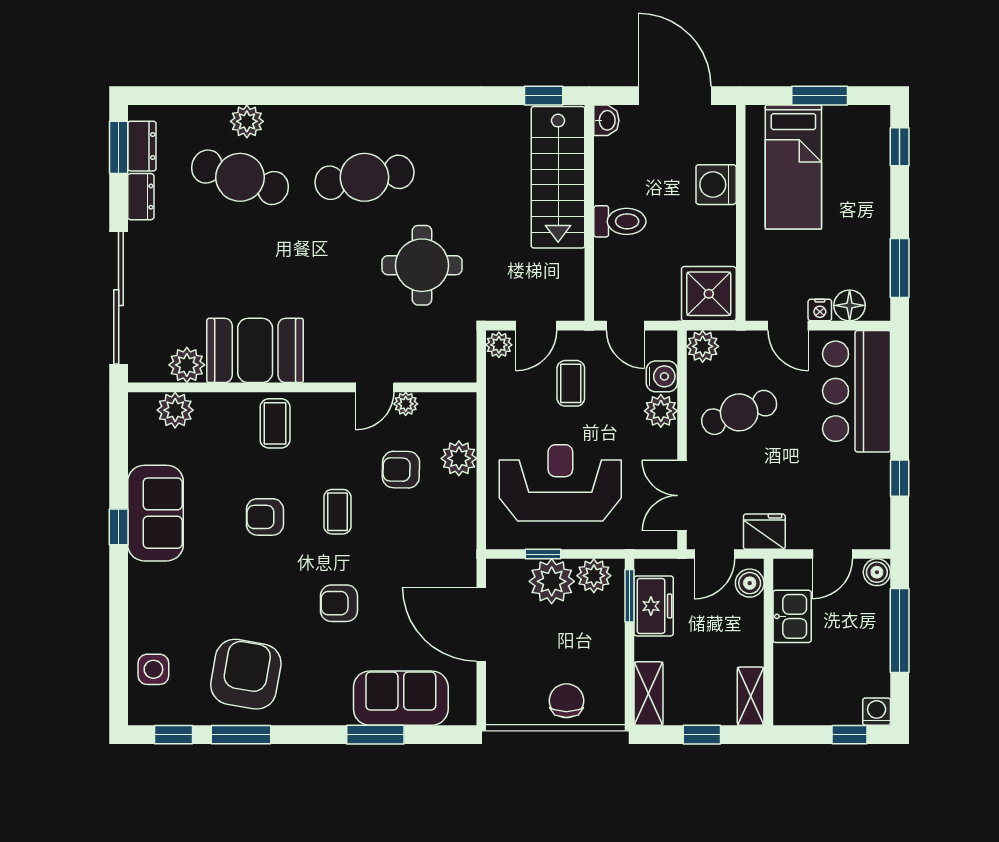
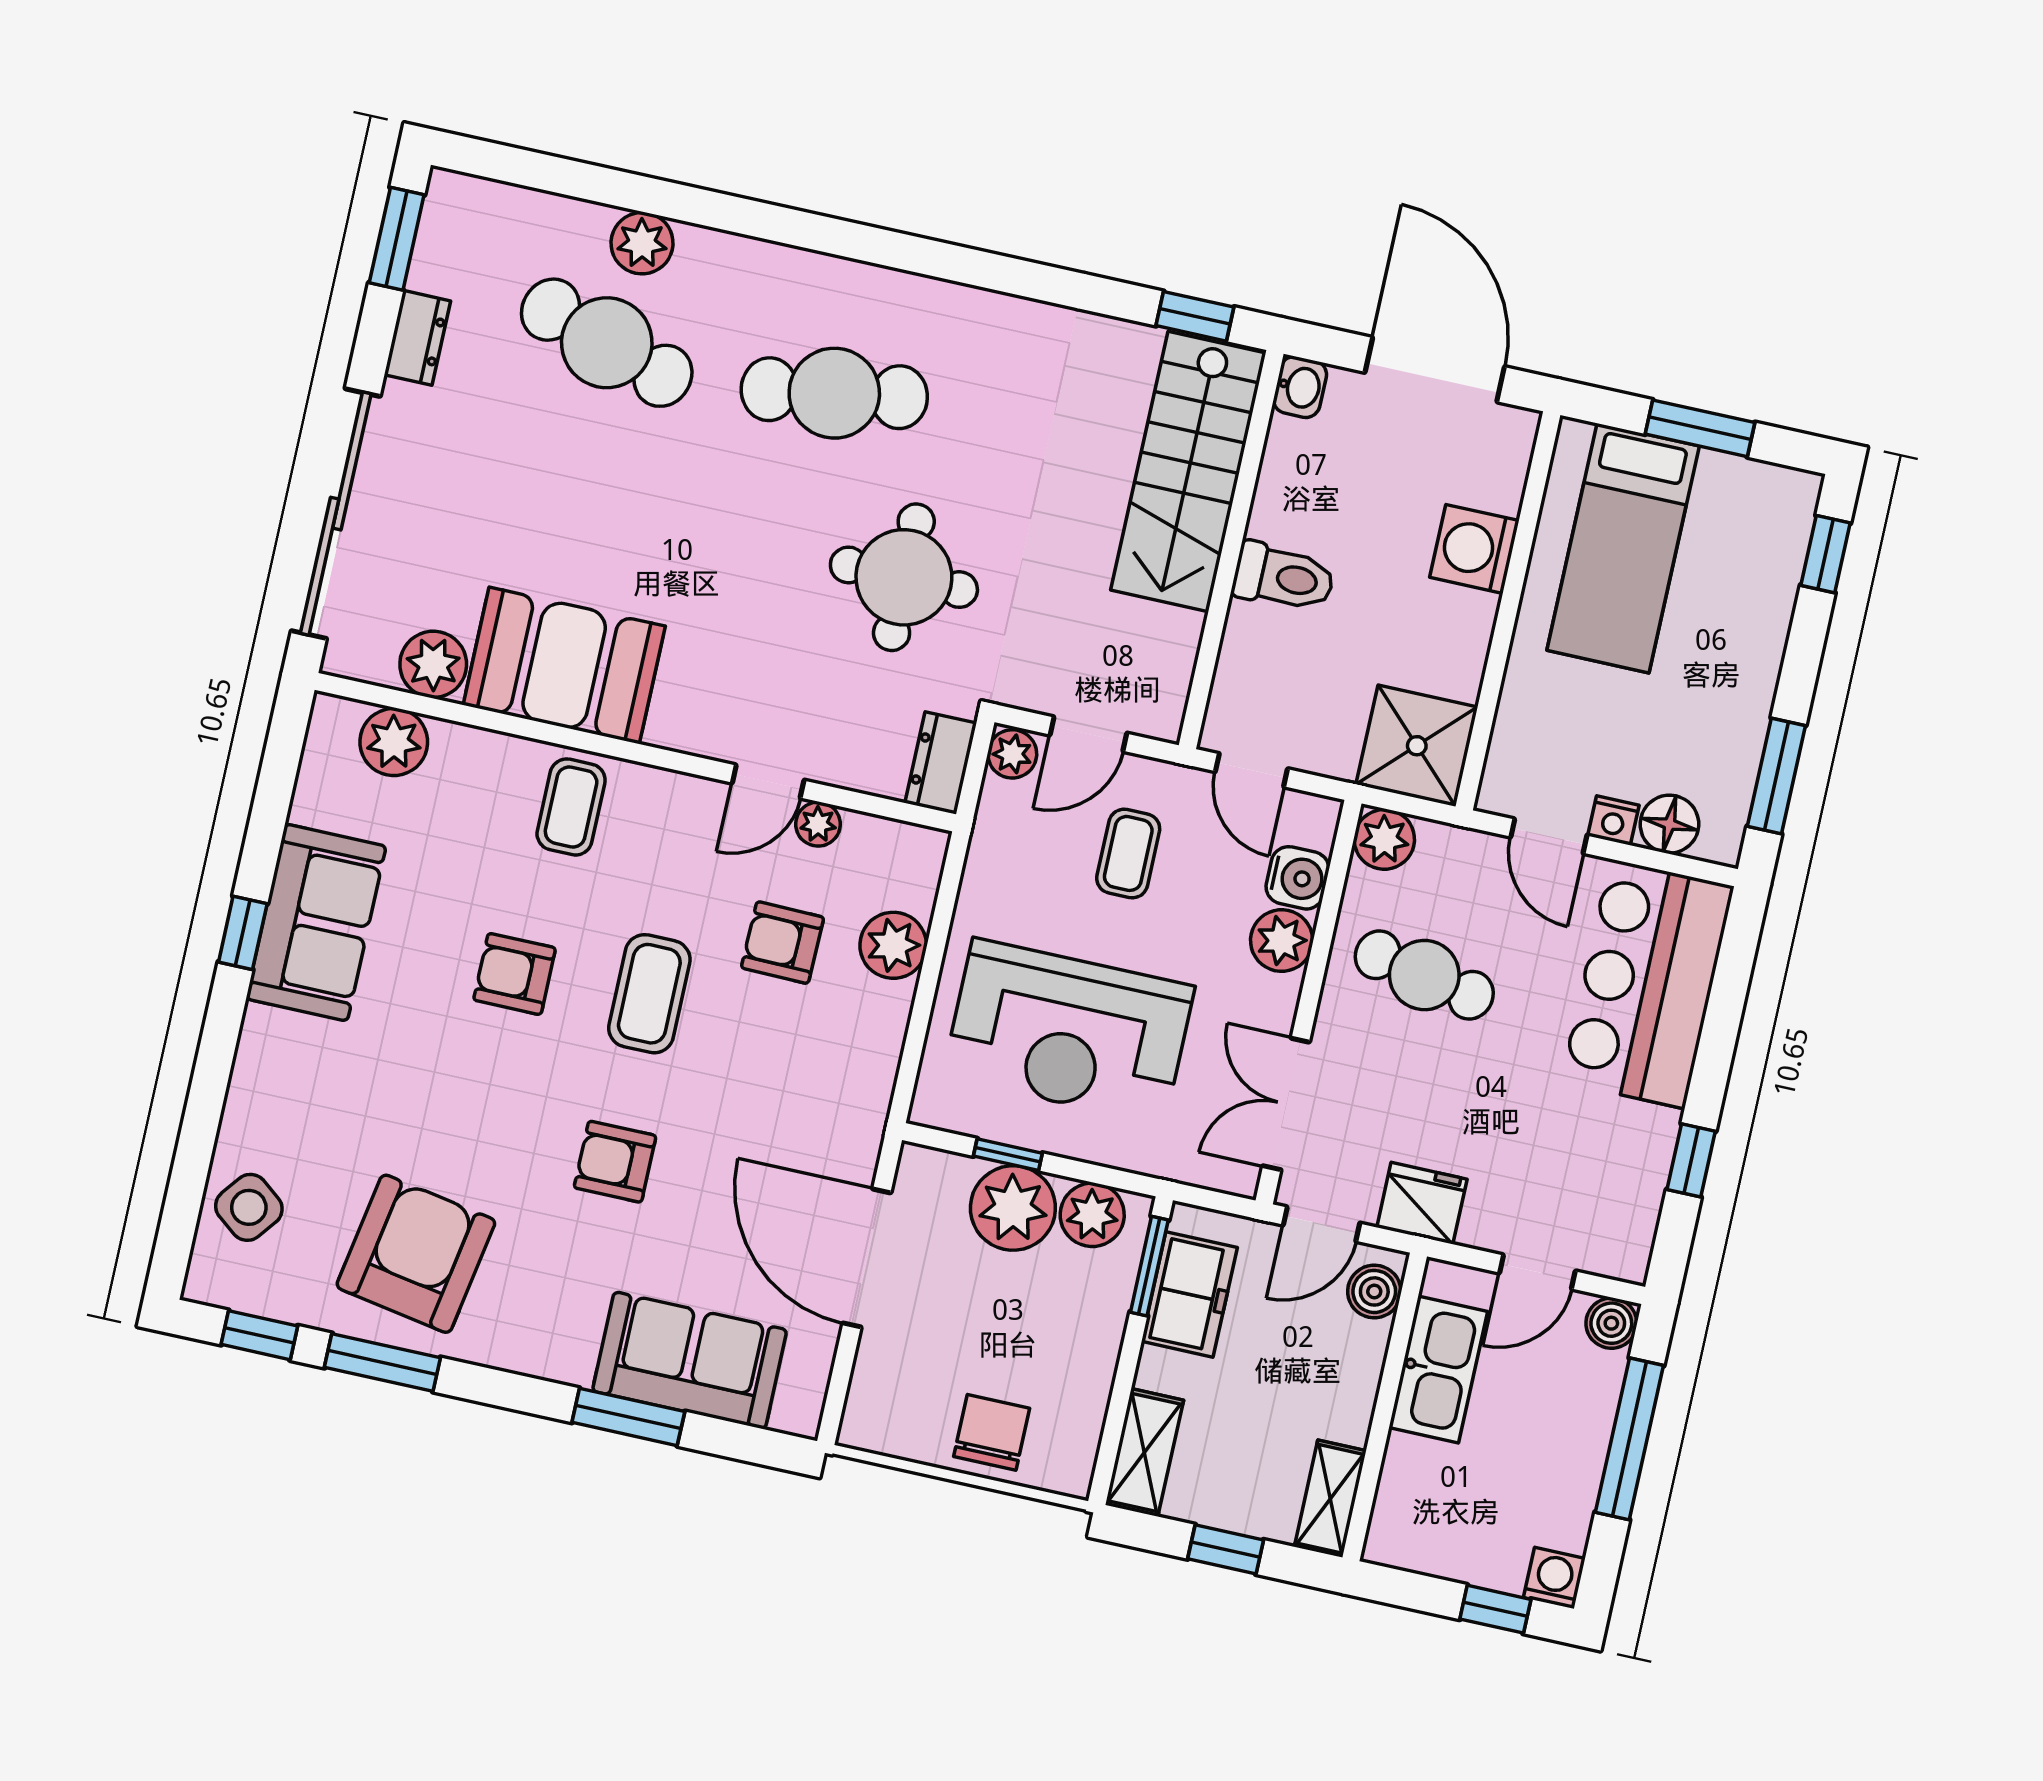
dresser: (142, 146) -> (941, 763), moved, turned 180
cafe table: (739, 412) -> (1424, 975), turned 31
reception desk: (560, 483) -> (1069, 1031), turned 180
coffee table: (337, 512) -> (649, 994), width x1.36, depth x1.30
kitchen sink: (792, 616) -> (1438, 1370), width x1.38
side table: (153, 669) -> (249, 1207), turned 38

